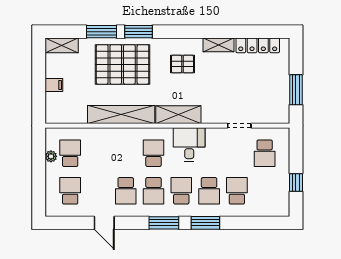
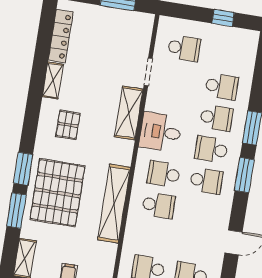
shelving: (178, 115) -> (129, 113), moved
school desk: (126, 191) -> (159, 205), moved
school desk: (237, 191) -> (222, 86), turned 180

